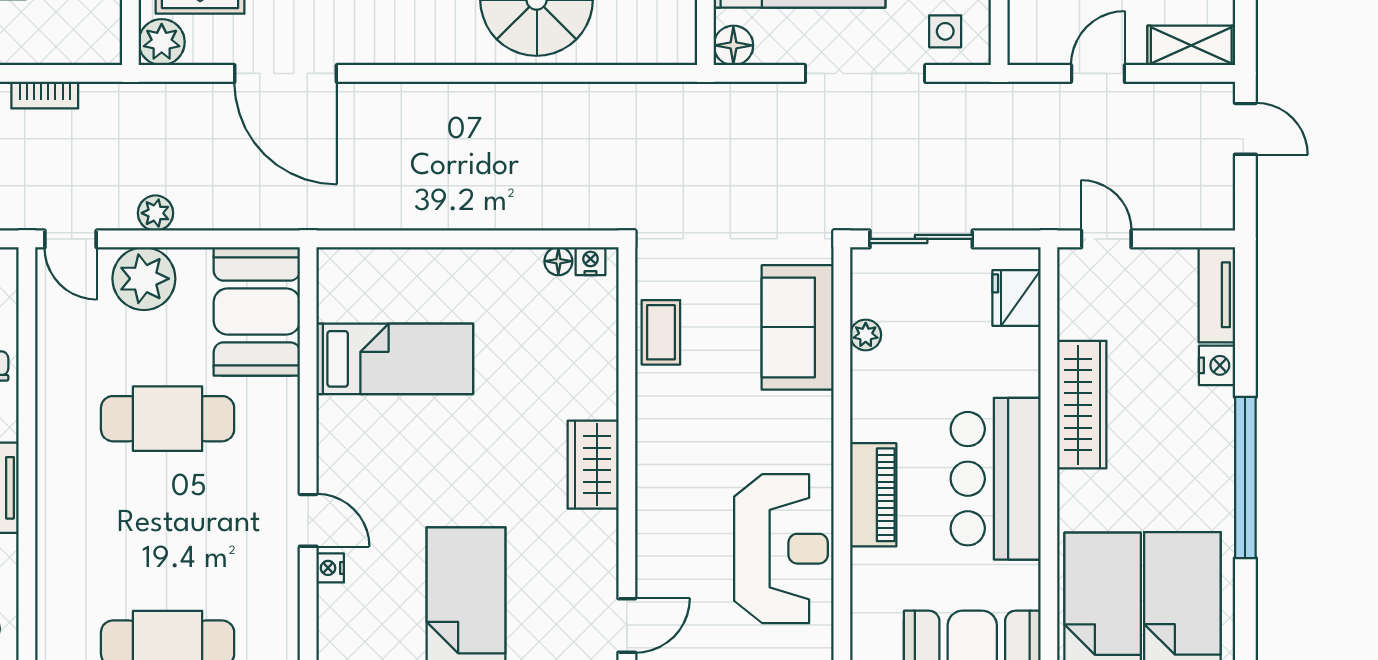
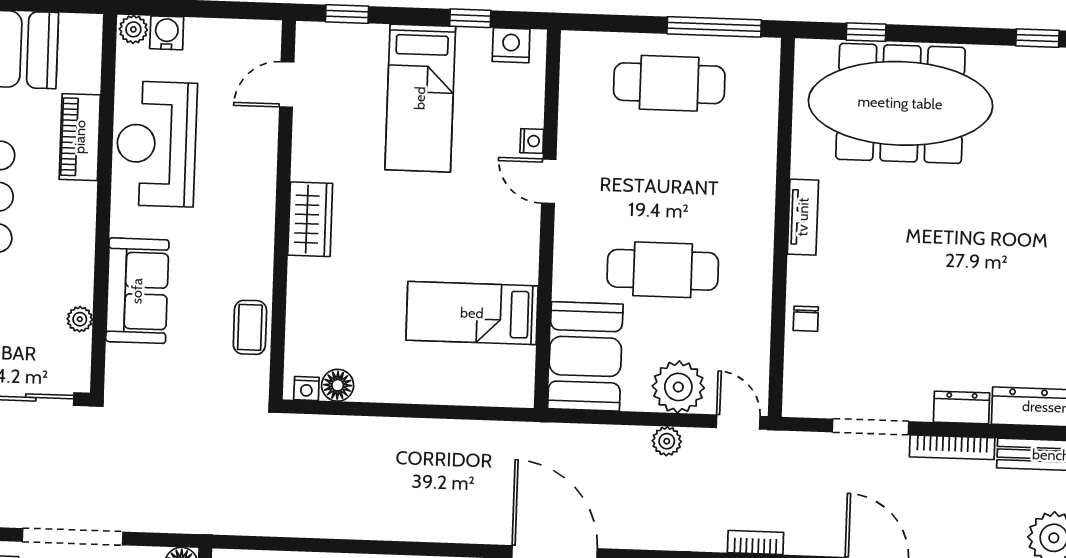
floor lamp: (558, 261) -> (338, 385), width x1.37, depth x1.37
sofa: (798, 327) -> (137, 291), moved
piano: (873, 495) -> (80, 137), moved

